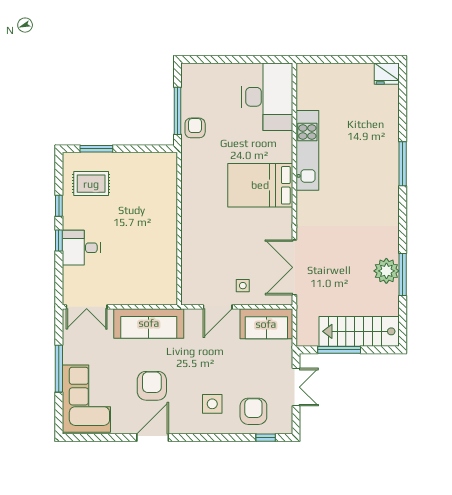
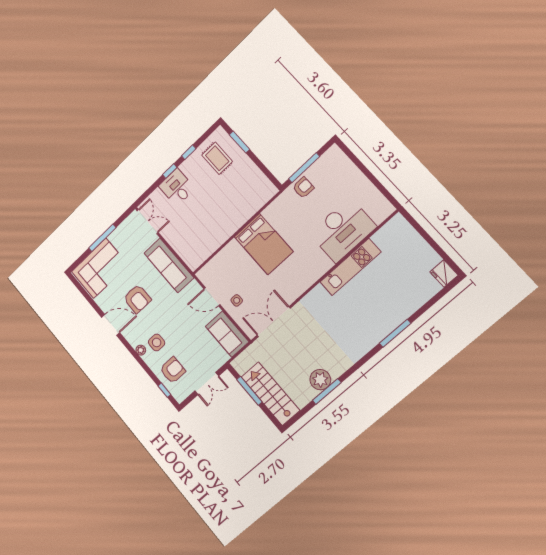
desk: (267, 97) -> (343, 230), moved
bed: (260, 185) -> (264, 244), moved, turned 180
double door: (87, 307) -> (148, 222), swing flipped
armchair: (152, 386) -> (137, 299), turned 90
plant: (205, 427) -> (141, 350), added

